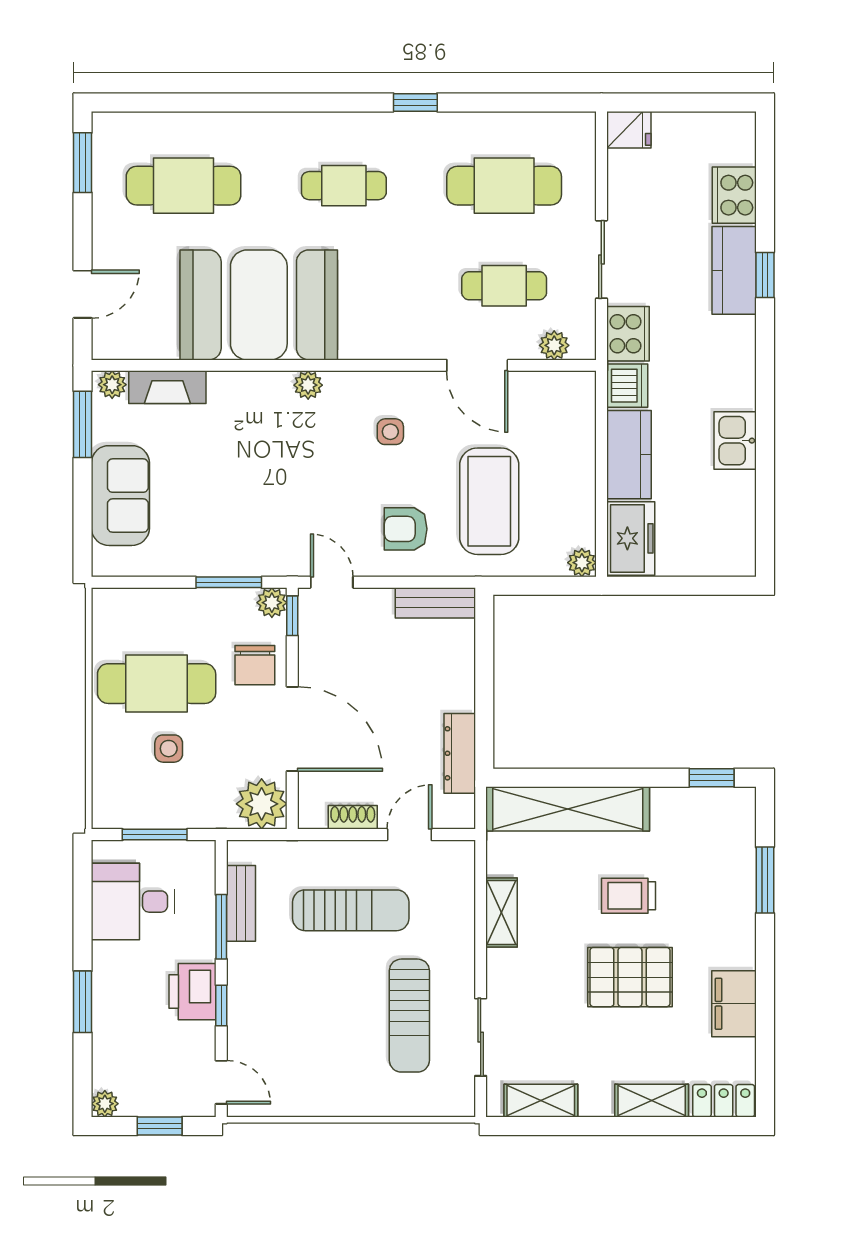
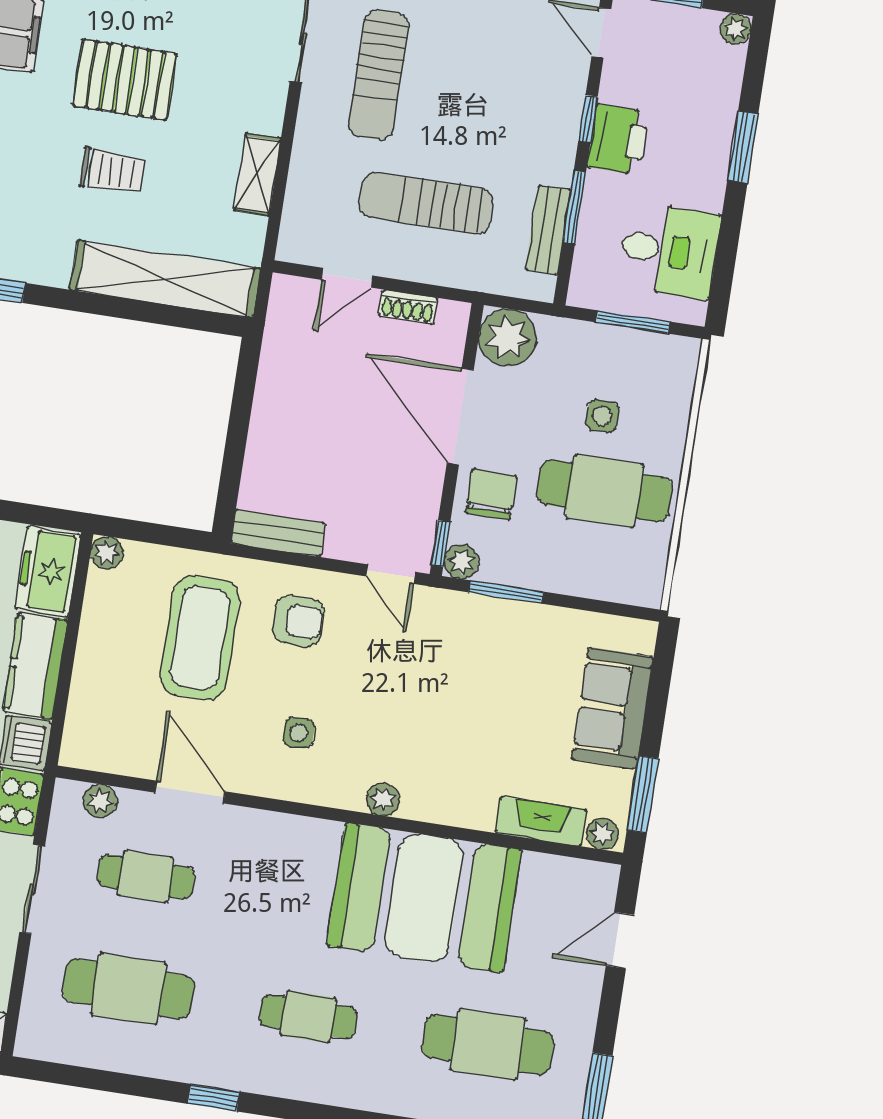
dresser: (460, 753) -> (277, 360), removed
sun lounger: (409, 1016) -> (379, 75), turned 180

